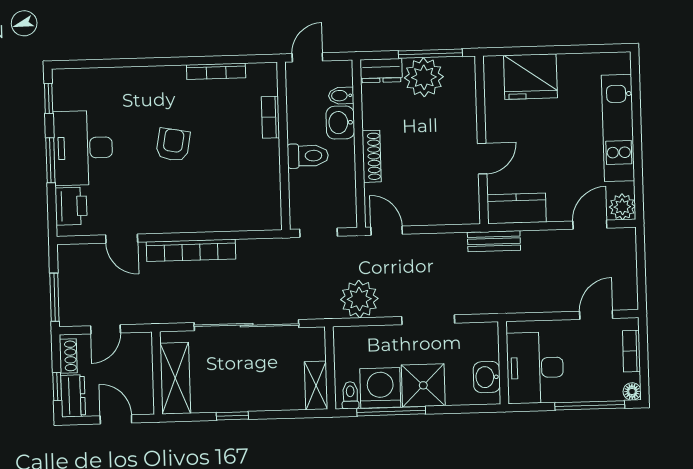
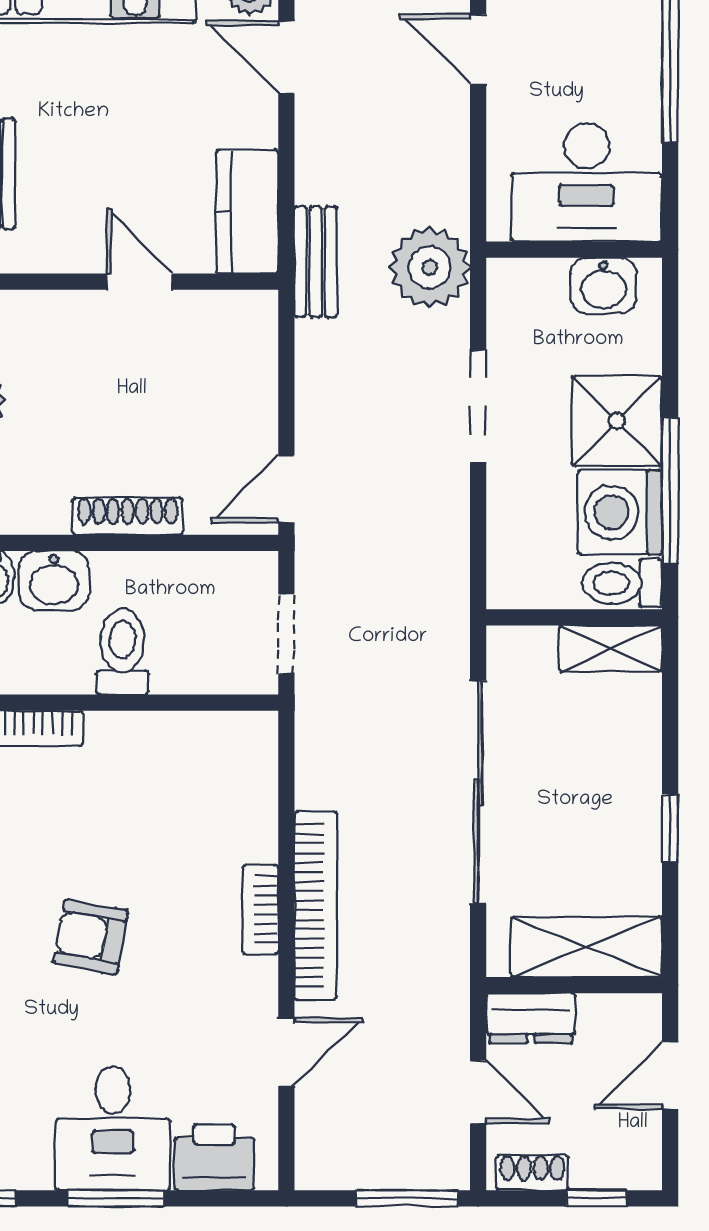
desk: (83, 148) -> (113, 1128), width x0.73
bookcase: (188, 224) -> (260, 909), added
plant: (359, 299) -> (430, 267), moved
toilet: (350, 395) -> (622, 583), width x1.37, depth x1.39
dresser: (73, 396) -> (531, 1018), moved, turned 180

